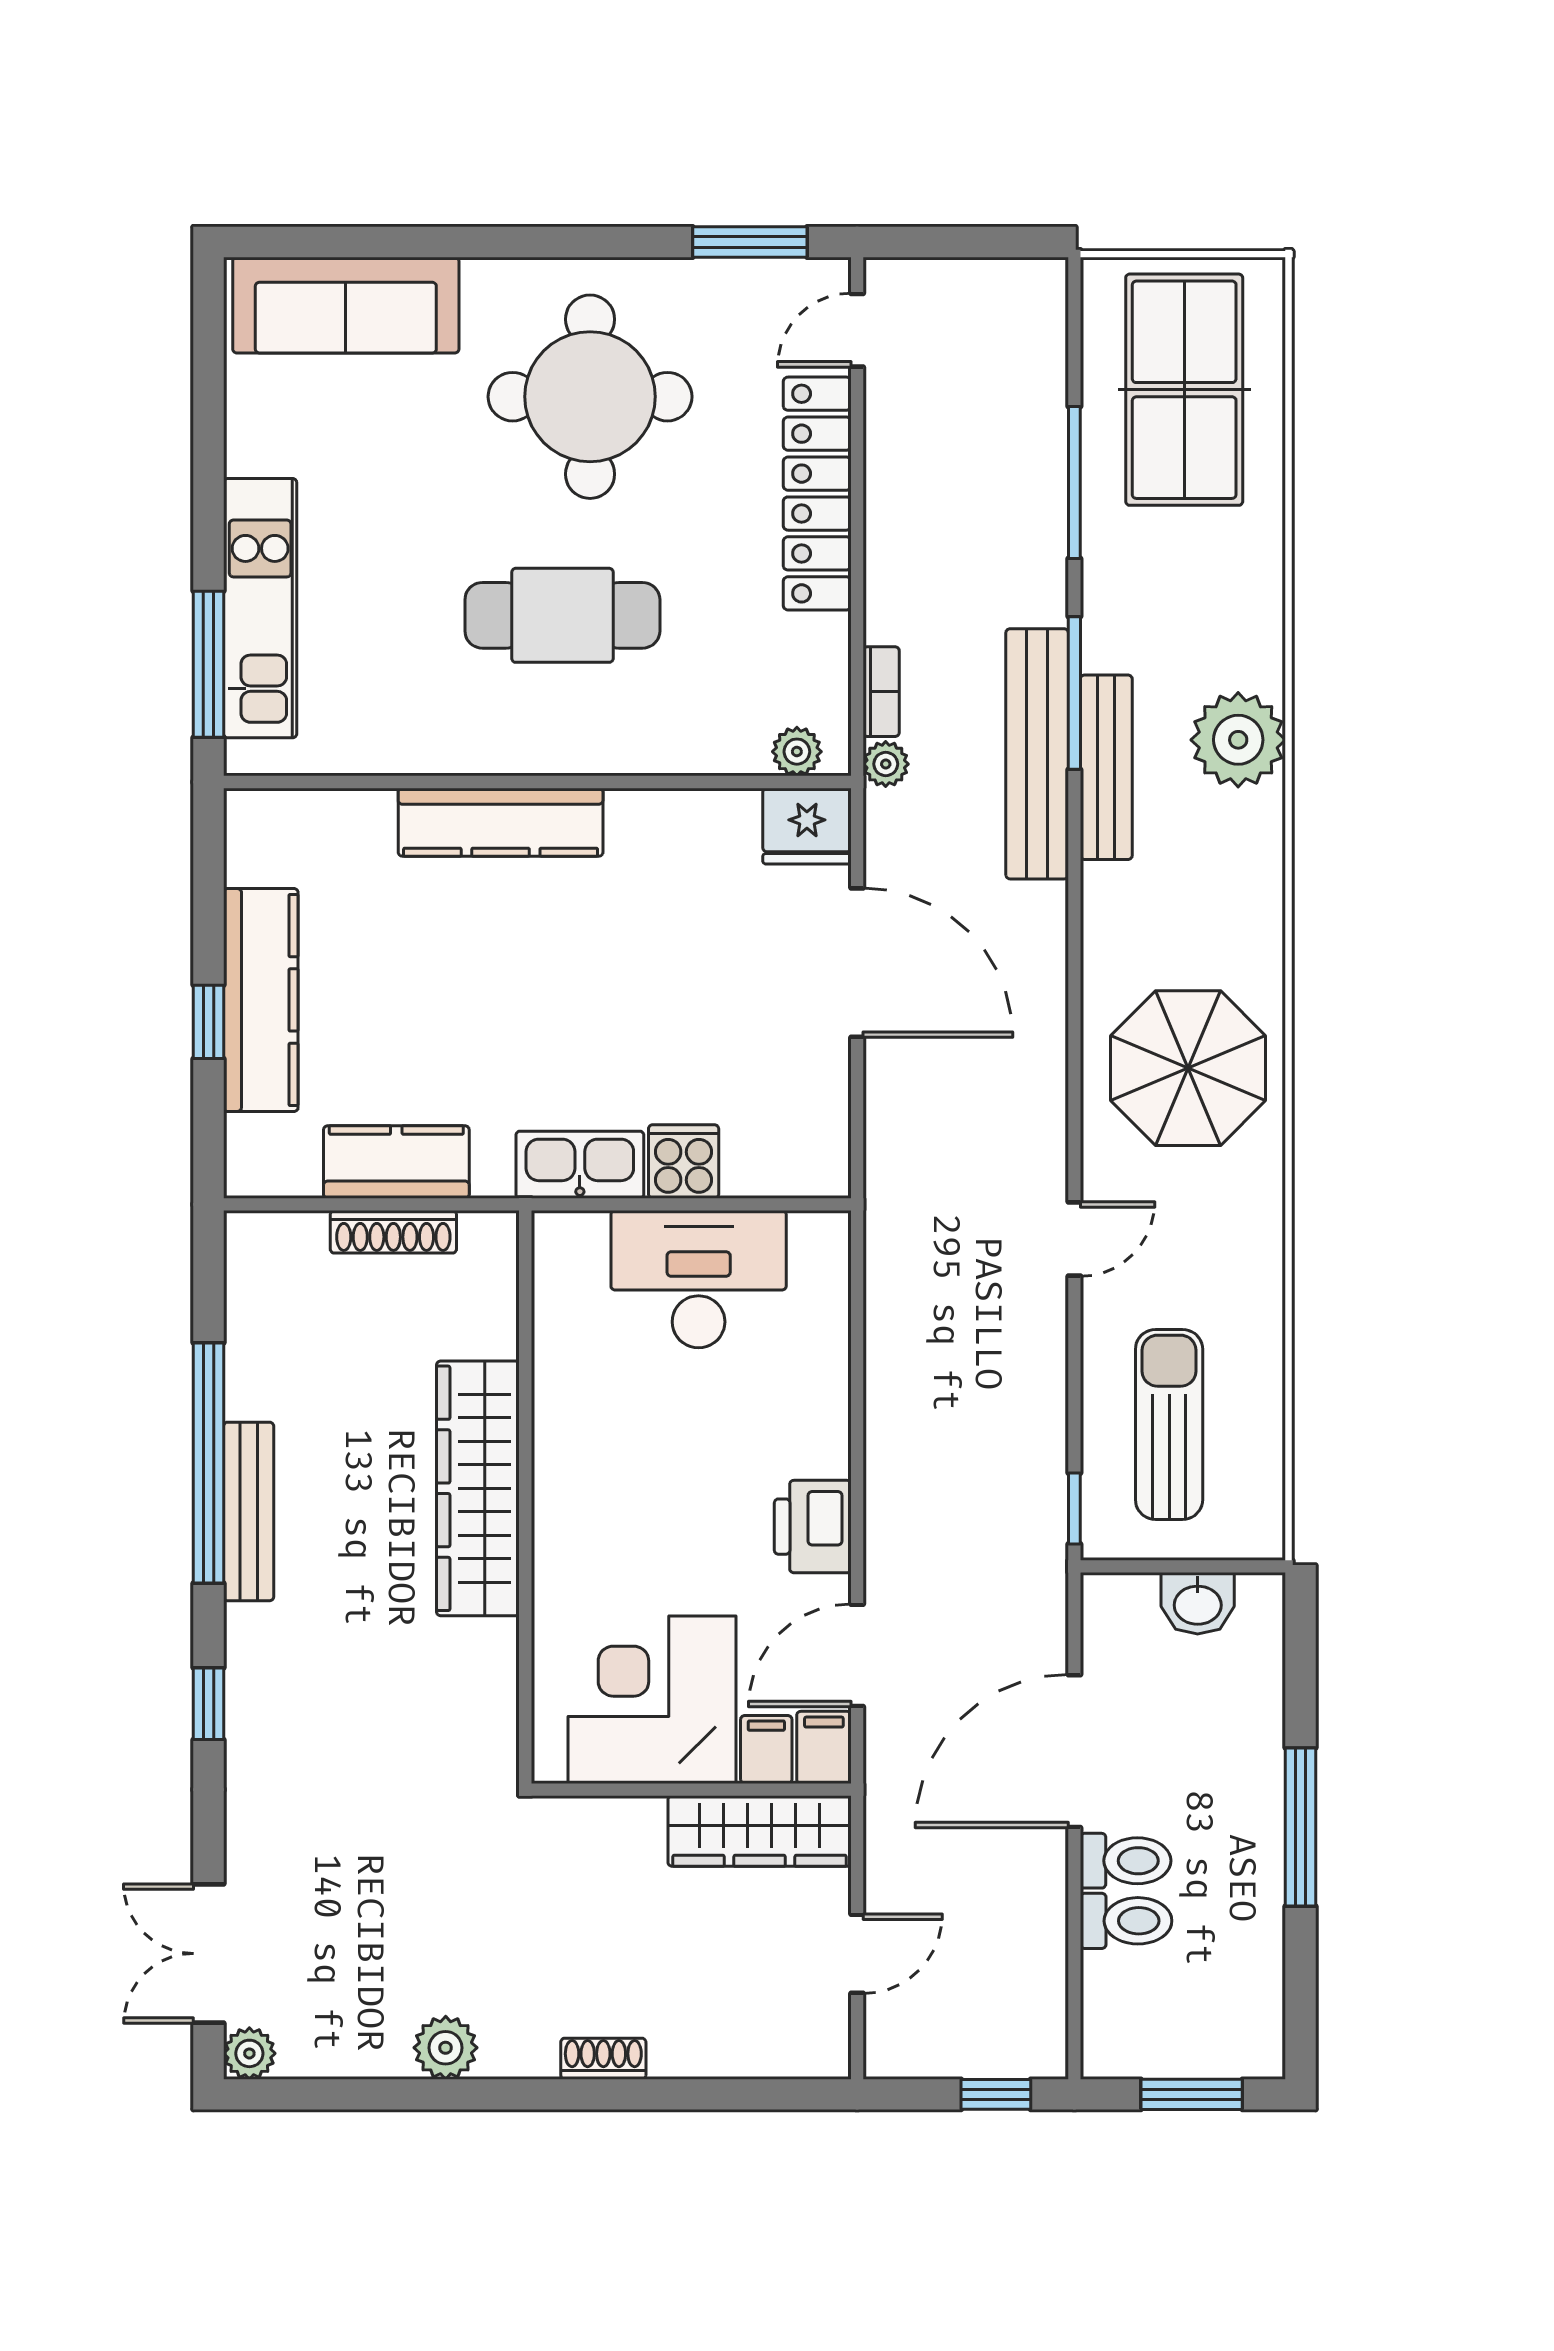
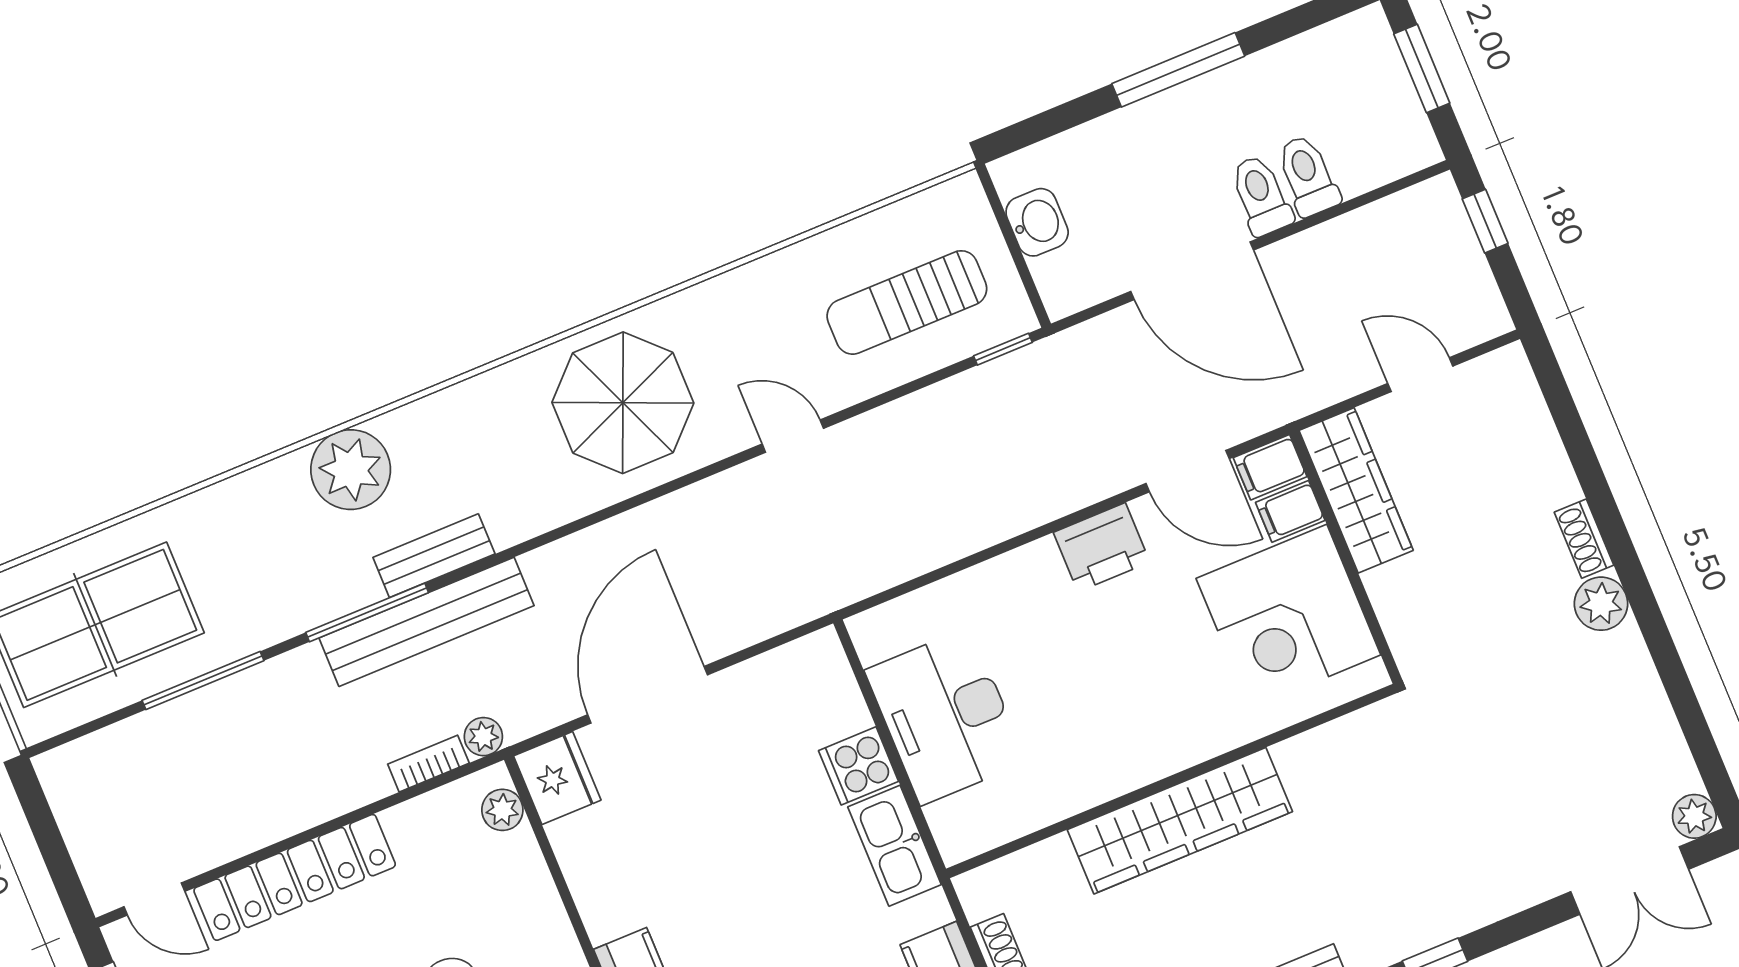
bench: (1106, 767) -> (434, 556), width x0.73
plant: (446, 2048) -> (1601, 604), moved

